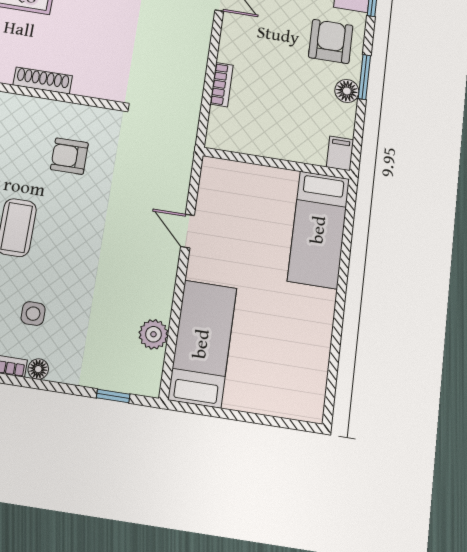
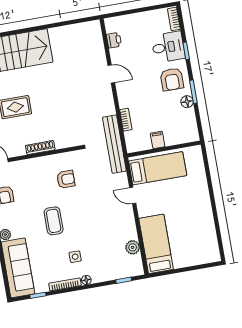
armchair: (331, 41) -> (172, 79), turned 180
bench: (185, 122) -> (114, 144), added
filing cabinet: (340, 153) -> (158, 140), moved
armchair: (69, 156) -> (66, 179), turned 180
bed: (319, 230) -> (158, 168), moved, turned -90

